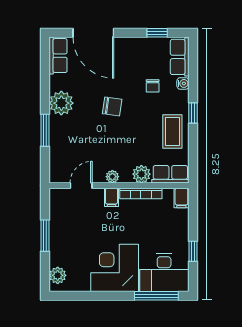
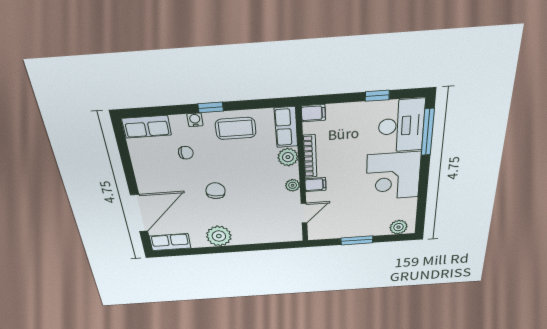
window: (157, 33) -> (124, 152), removed
water cooler: (183, 83) -> (195, 120), moved
window: (45, 130) -> (249, 248), removed
door: (81, 186) -> (304, 213), swing flipped

